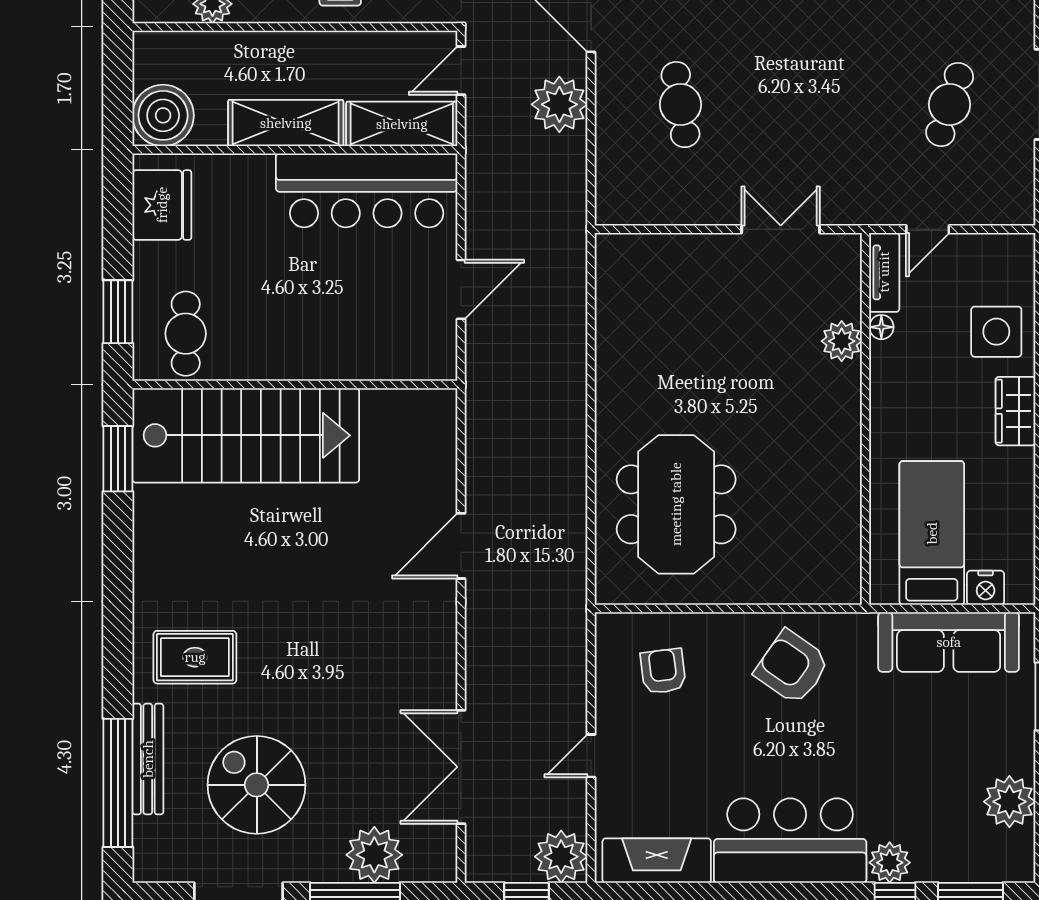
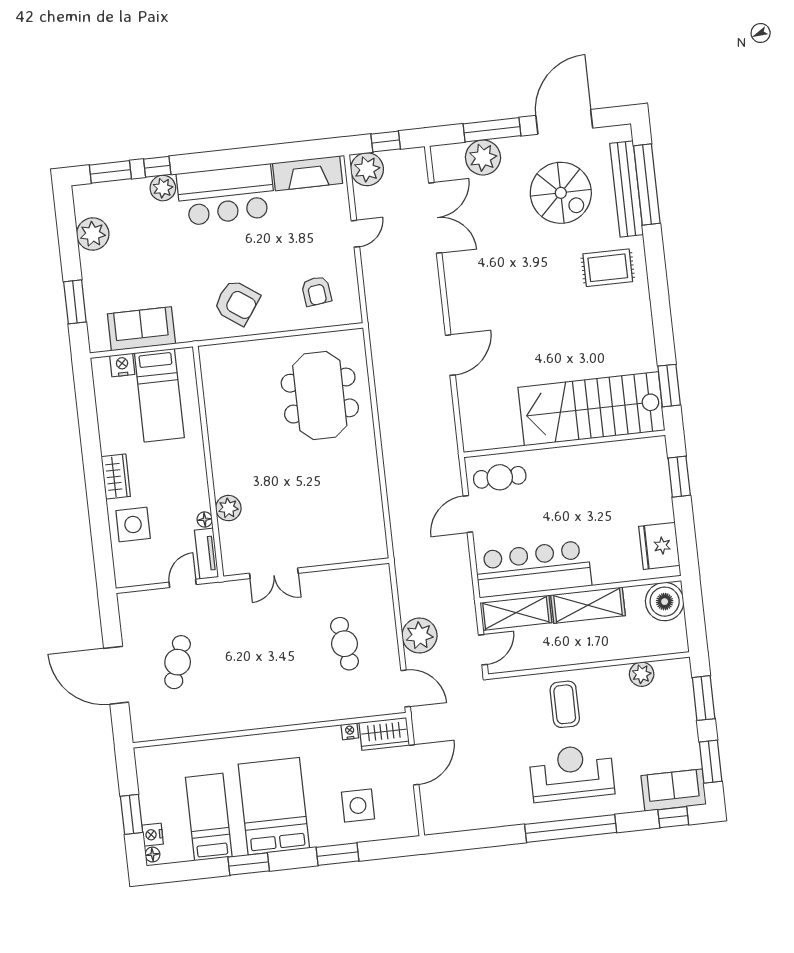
cafe table: (186, 334) -> (500, 477), moved, turned 90
sofa: (949, 642) -> (141, 329), width x0.73
bench: (148, 759) -> (627, 189), width x1.37, depth x1.21

